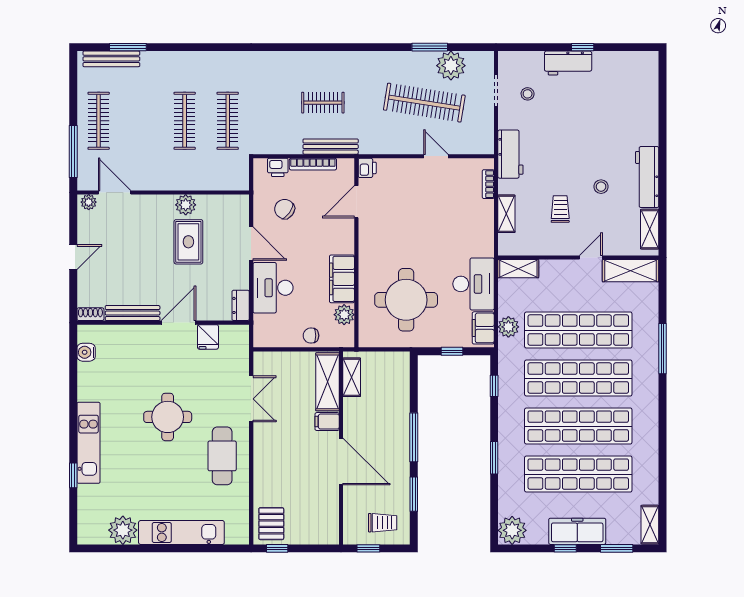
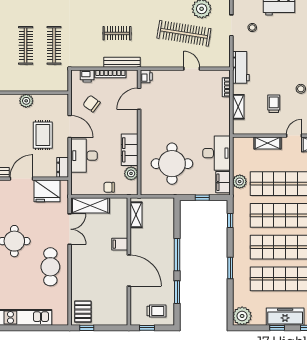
rug: (188, 242) -> (43, 135), moved
shelving: (518, 269) -> (268, 143), moved
fridge: (208, 337) -> (47, 191), width x1.88, depth x1.34
shelving: (327, 382) -> (90, 205), moved, turned 90

